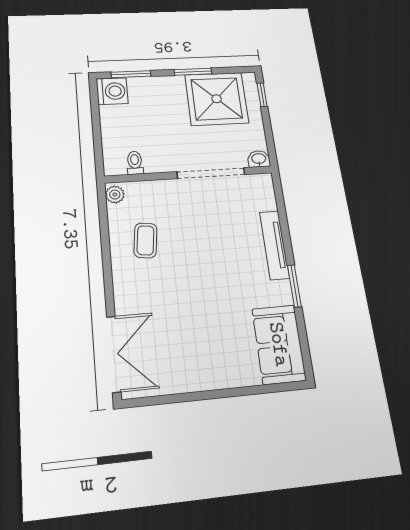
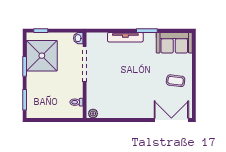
washing machine: (112, 91) -> (35, 110), removed
coffee table: (145, 240) -> (176, 81), moved

